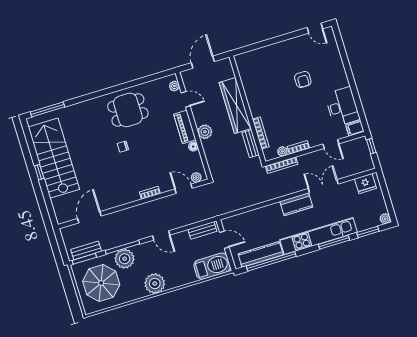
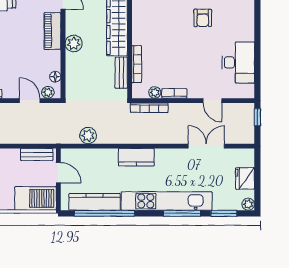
filing cabinet: (355, 128) -> (245, 91), removed
floor lamp: (193, 147) -> (55, 77), moved
fridge: (365, 184) -> (245, 178), moved, turned 90
double door: (323, 186) -> (206, 146), moved
plant: (239, 202) -> (88, 136), added
kitchen counter: (296, 204) -> (136, 157), moved

